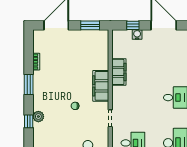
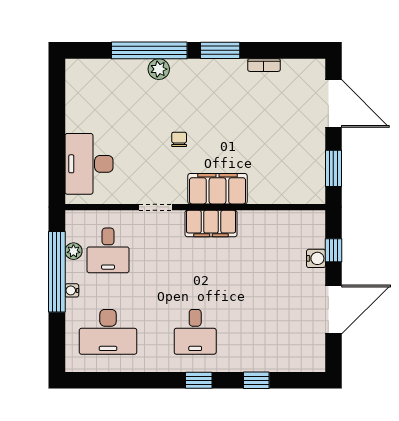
filing cabinet: (119, 72) -> (211, 224), moved
window: (29, 121) -> (149, 50), width x3.17

